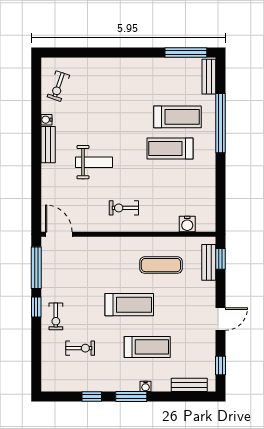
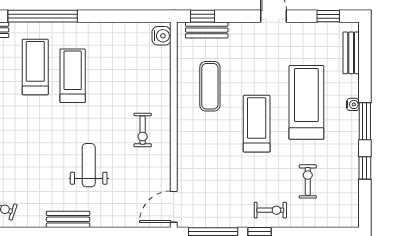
water cooler: (46, 120) -> (39, 221), removed
treadmill: (170, 148) -> (73, 76), turned 180
water cooler: (187, 224) -> (161, 36), moved
treadmill: (147, 347) -> (306, 102), width x1.37, depth x1.38

